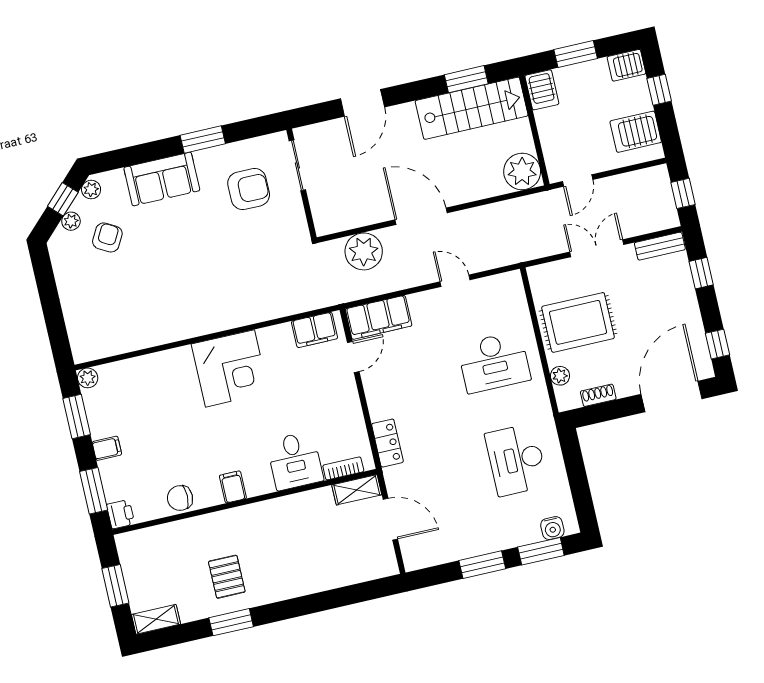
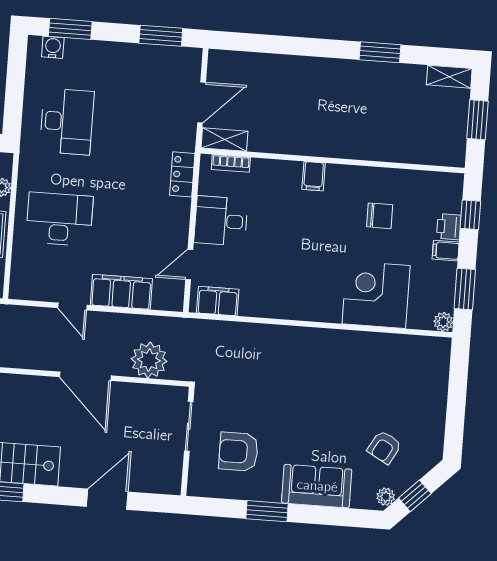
sliding door: (297, 165) -> (189, 426), moved
plant: (71, 221) -> (414, 473), removed
filing cabinet: (379, 317) -> (121, 292), moved
corner desk: (230, 368) -> (376, 295), moved
desk: (295, 461) -> (221, 221), moved, turned -90
filing cabinet: (233, 487) -> (314, 176), moved
window: (94, 491) -> (470, 215), width x0.67
chair: (180, 498) -> (380, 216), moved
printer: (121, 514) -> (449, 227), moved
door: (390, 519) -> (202, 102), swing flipped
window: (482, 565) -> (161, 36), moved
pallet: (227, 577) -> (371, 96), removed

